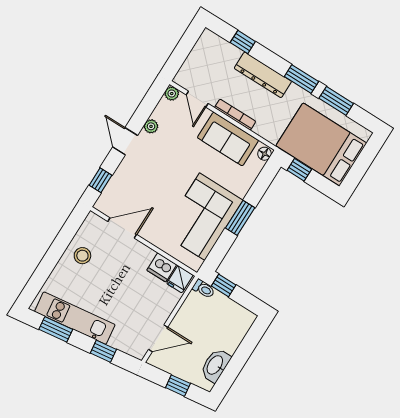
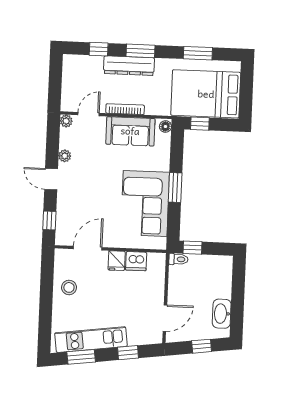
window: (301, 79) -> (140, 51), moved
door: (197, 99) -> (89, 114), swing flipped
fridge: (180, 279) -> (117, 261), moved

